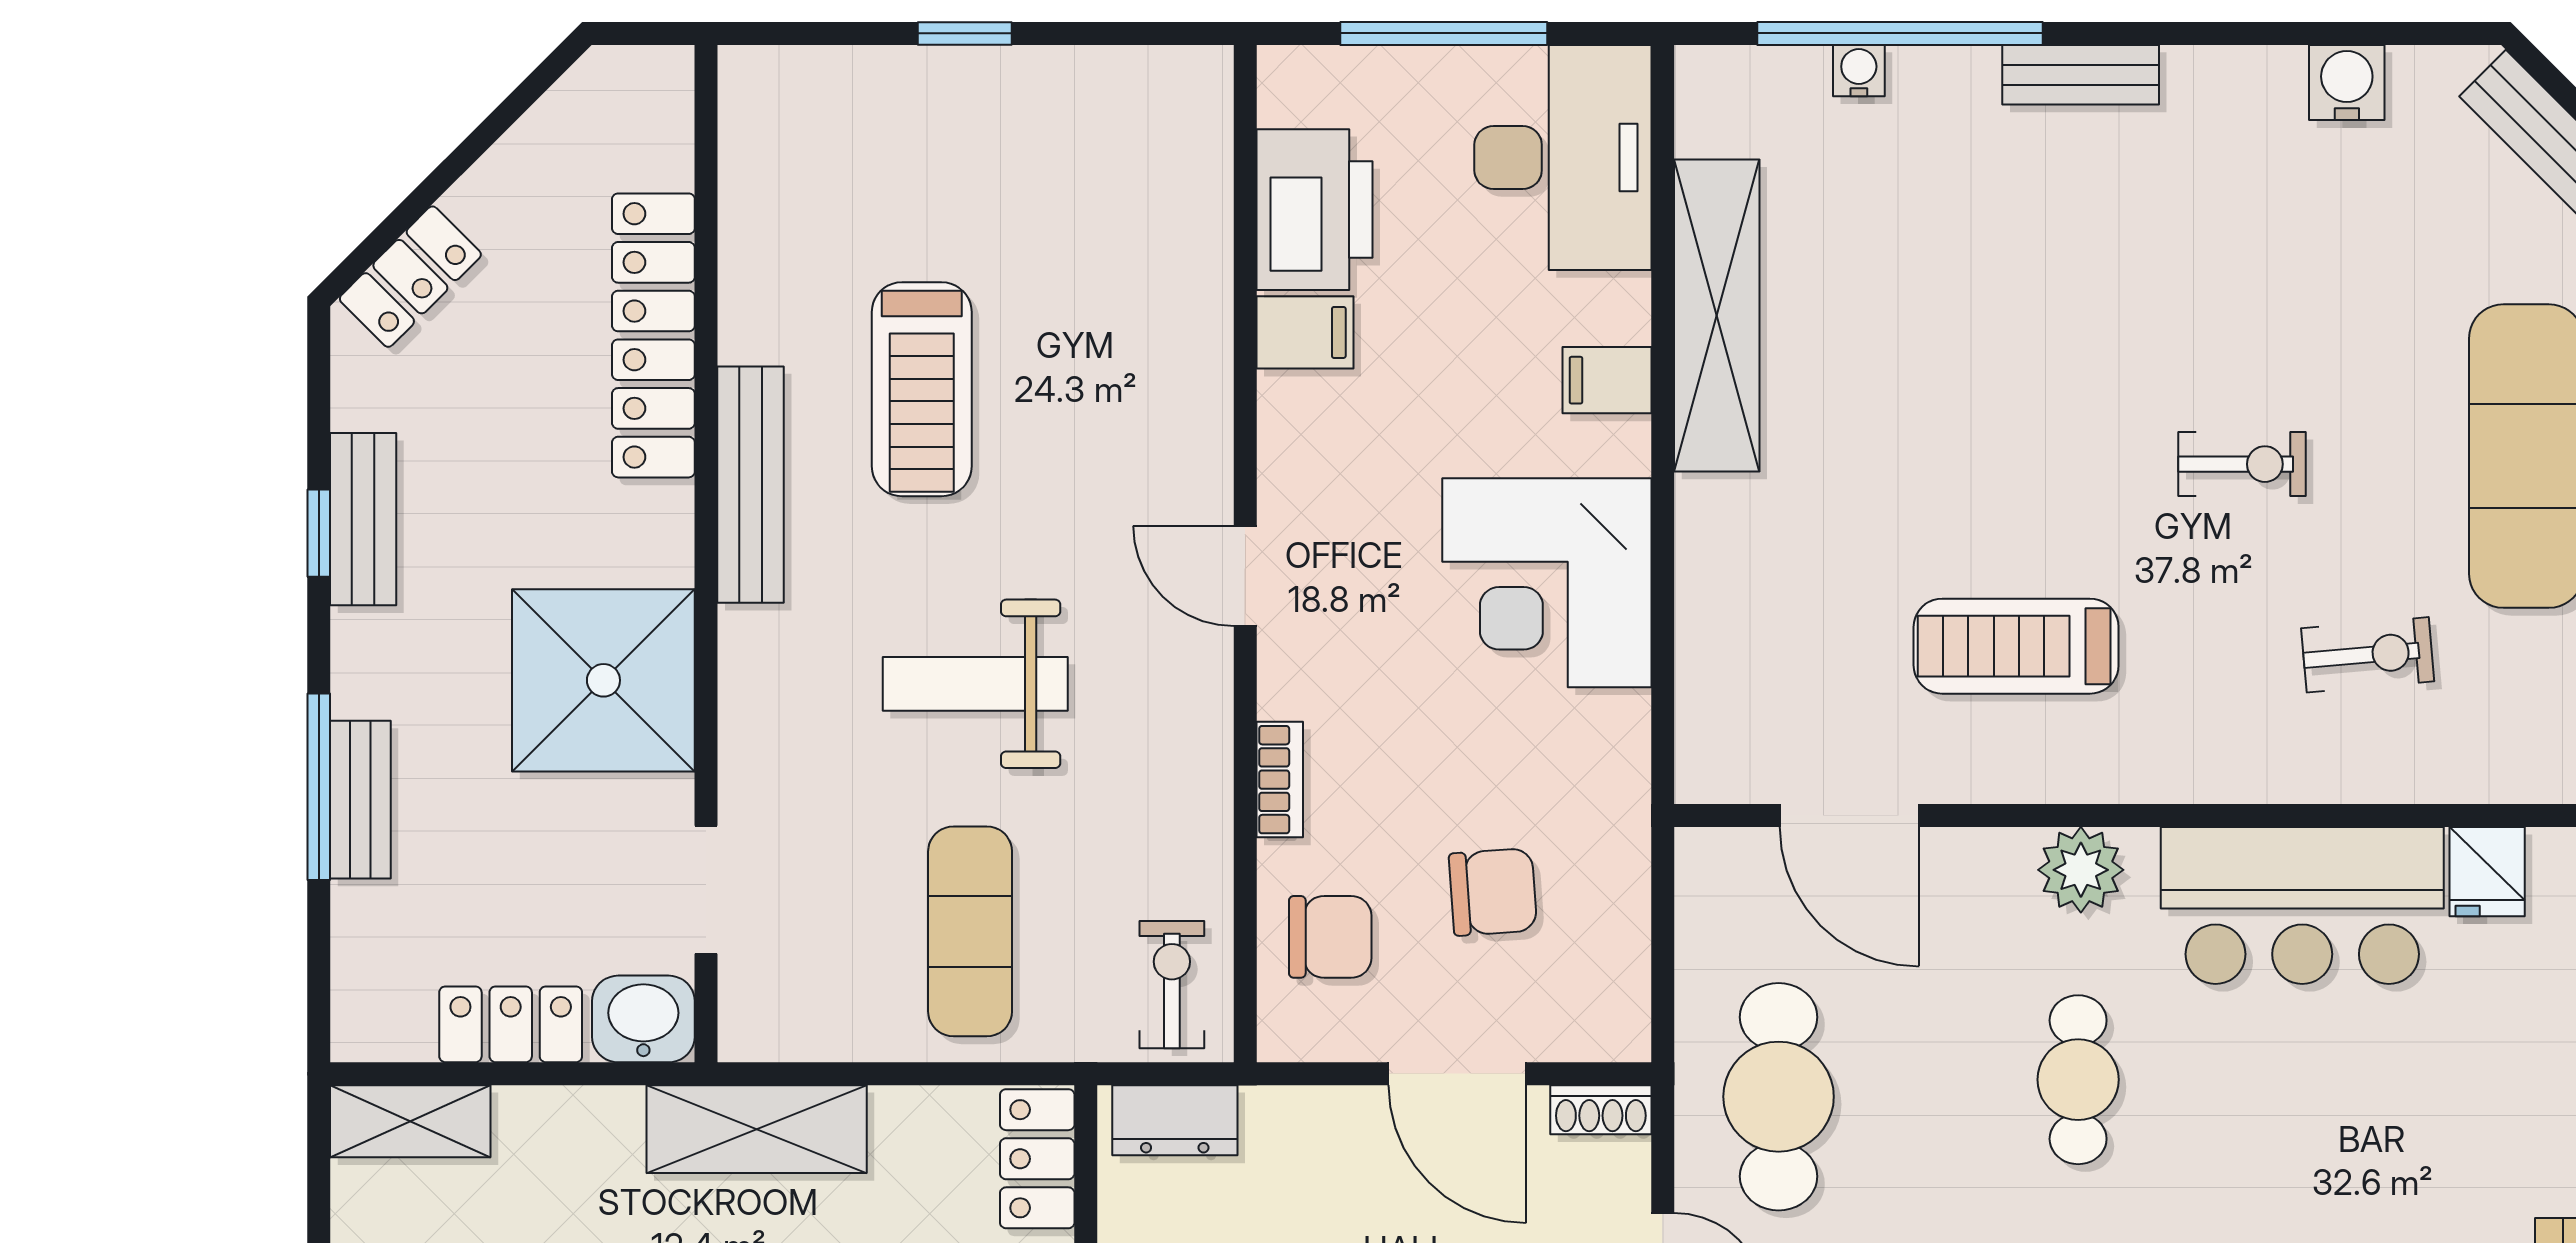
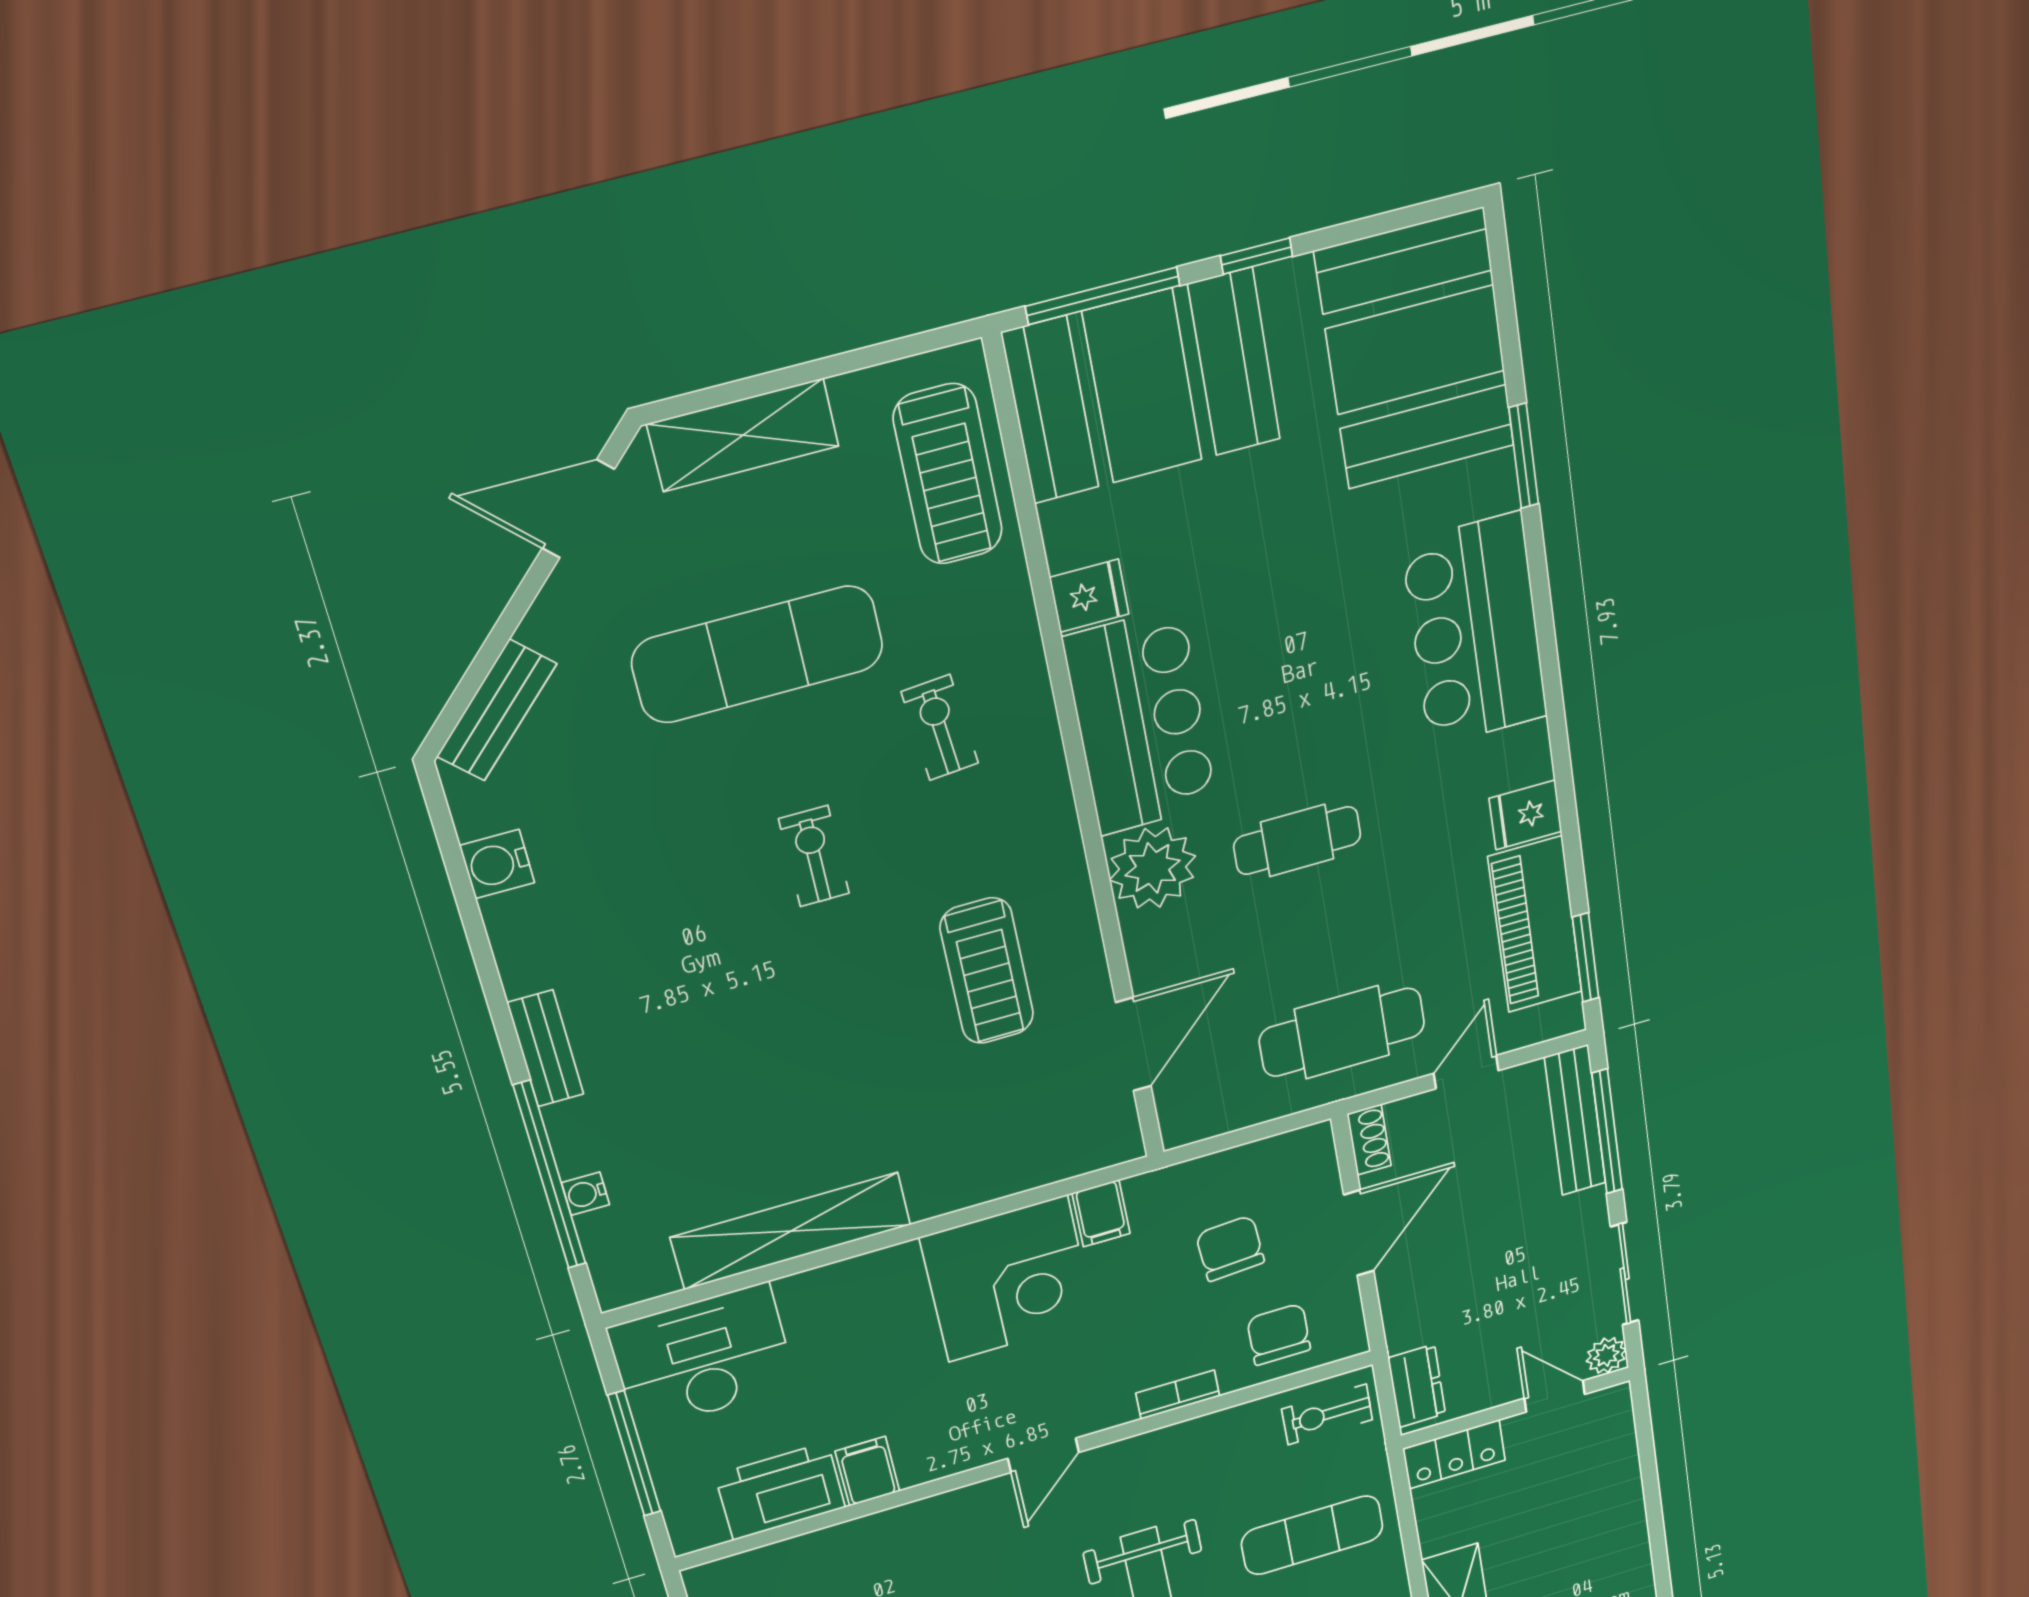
filing cabinet: (1607, 380) -> (1101, 1213), moved
plant: (2081, 870) -> (1152, 868), width x1.36, depth x1.36

